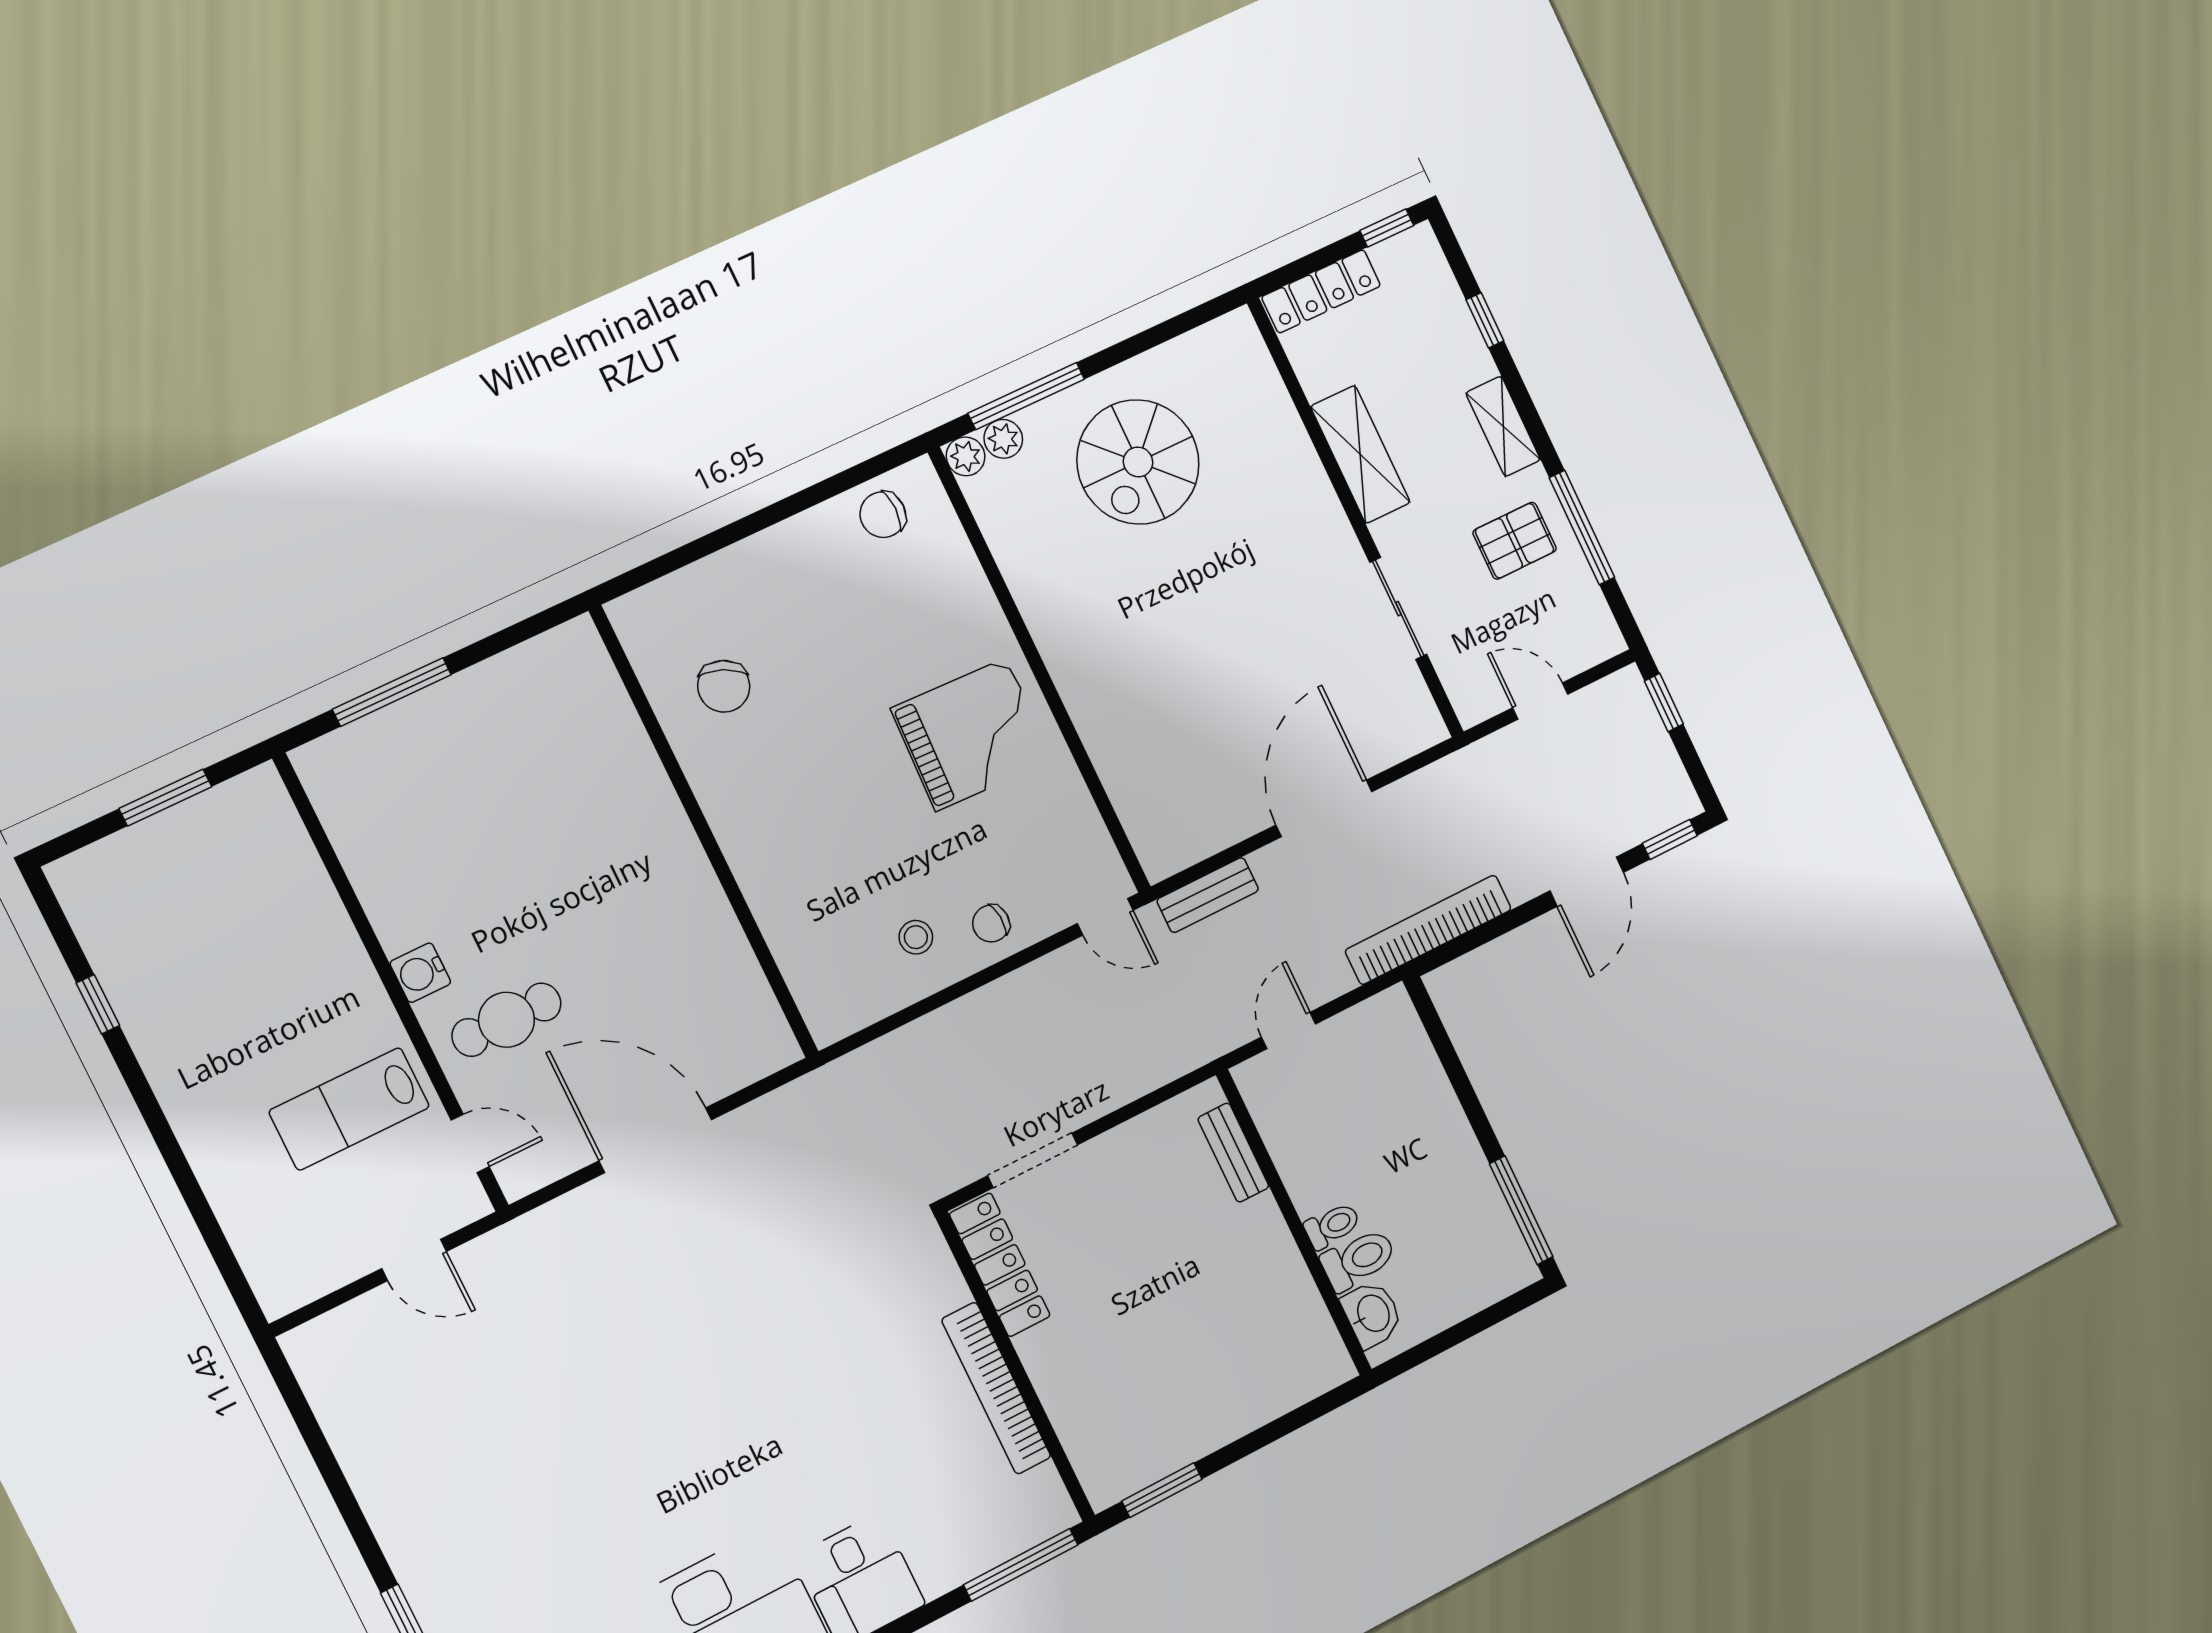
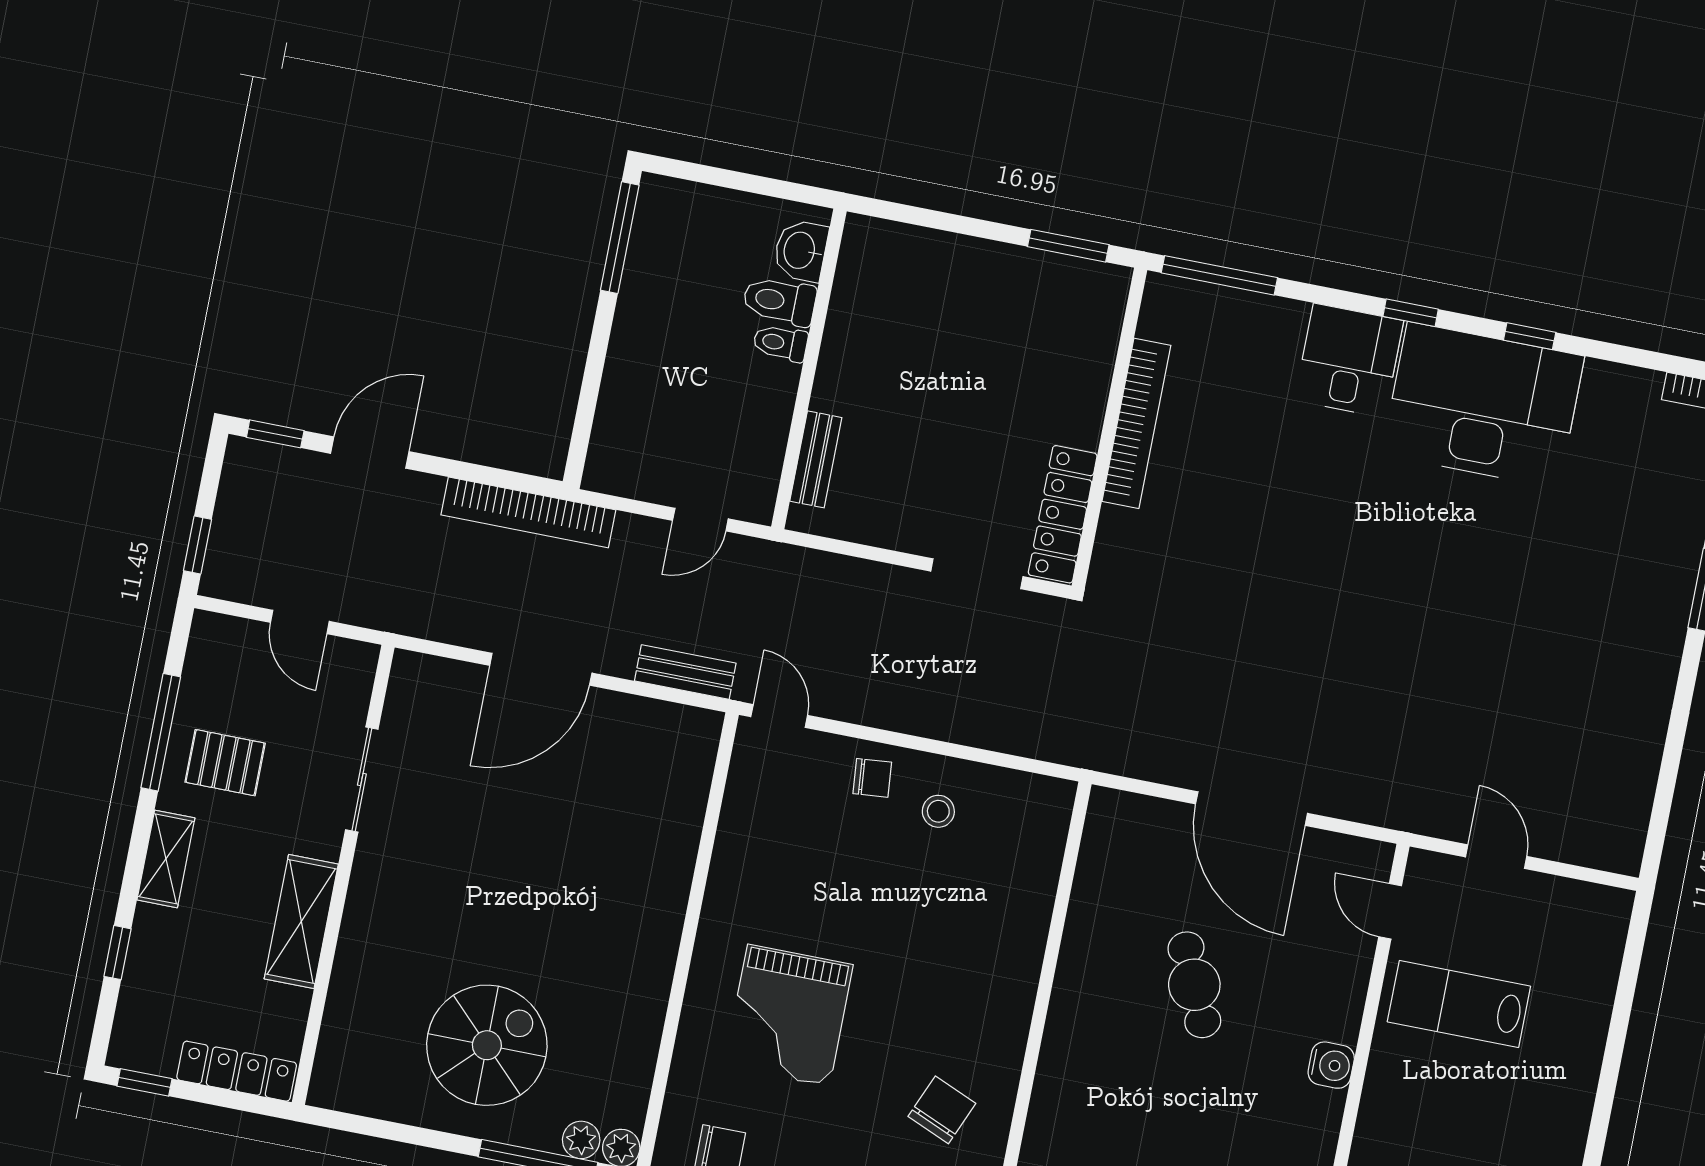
grand piano: (971, 734) -> (788, 1015), moved, turned -92
cafe table: (507, 1020) -> (1194, 985), moved, turned 66
lab bench: (349, 1109) -> (1459, 1004), turned 180

